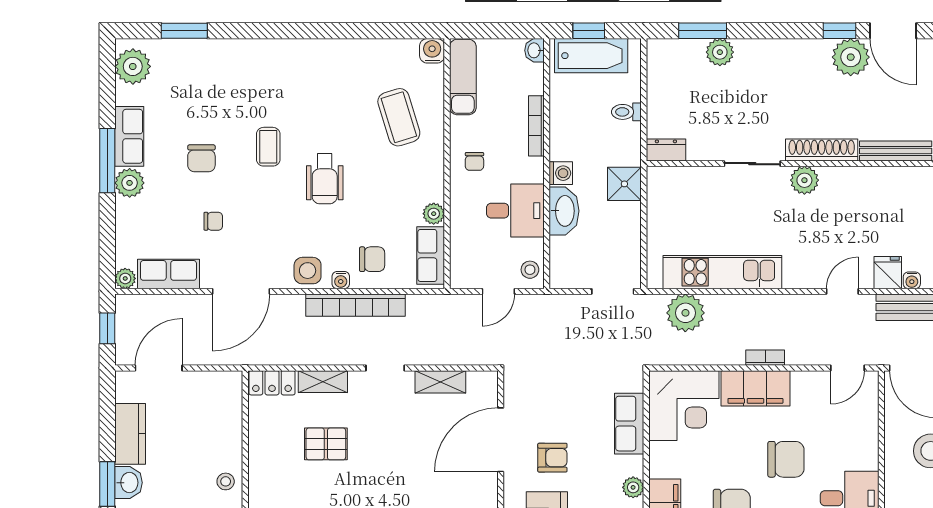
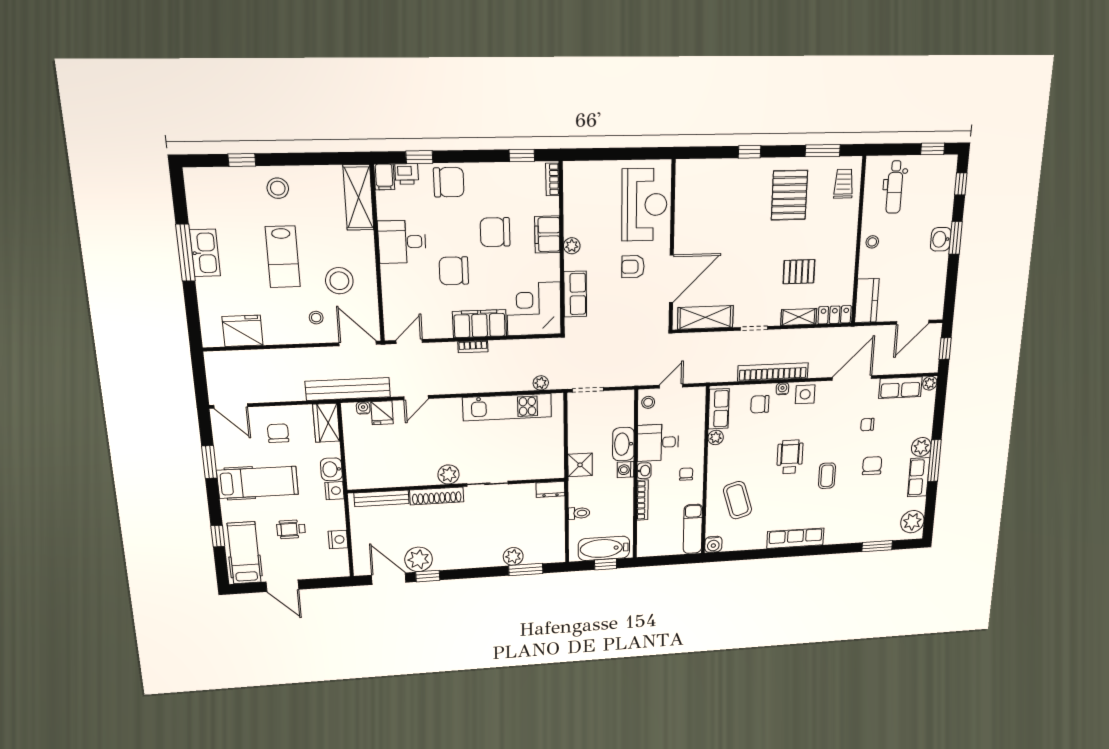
washbasin: (535, 50) -> (644, 471), moved
row of seats: (310, 52) -> (795, 538), added
plant: (685, 313) -> (541, 383), width x0.53, depth x0.53
shelving: (440, 382) -> (705, 317), width x1.50, depth x1.33
kitchen counter: (130, 434) -> (867, 301), moved, turned 180

